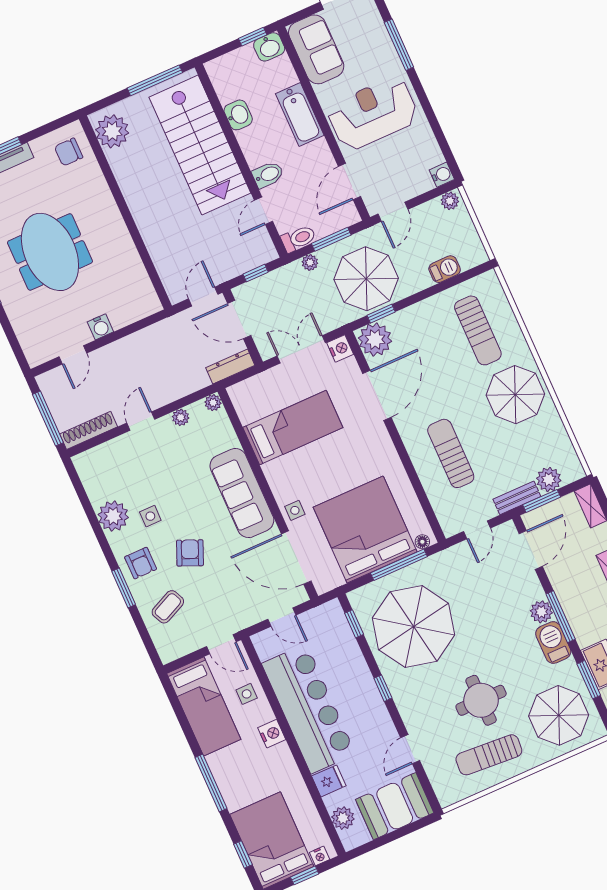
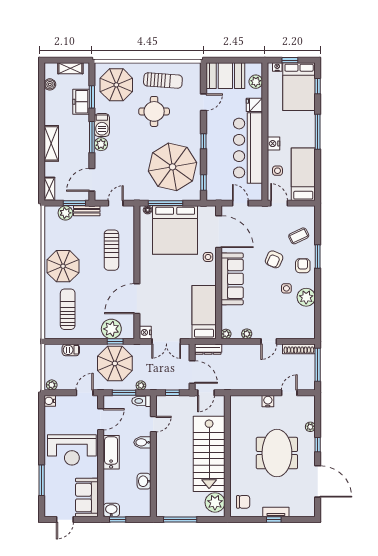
bathtub: (300, 114) -> (111, 452), moved
stairs: (200, 145) -> (209, 454), moved, turned 180
plant: (16, 316) -> (310, 427), added
plant: (375, 340) -> (111, 329), moved
bed: (293, 428) -> (204, 312), moved, turned 90

